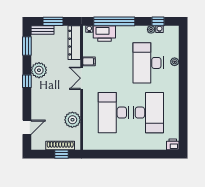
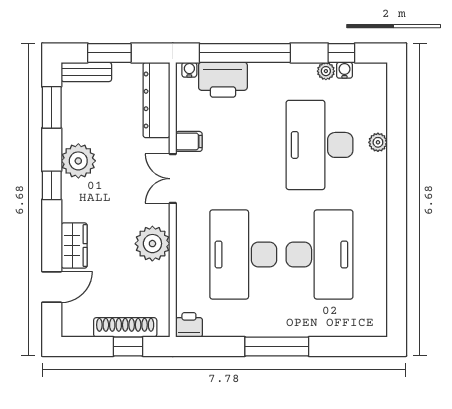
wardrobe: (37, 109) -> (74, 246), added
plant: (72, 120) -> (152, 244), moved
printer: (173, 144) -> (189, 325), moved
window: (129, 154) -> (277, 346), added

